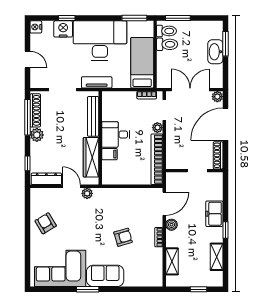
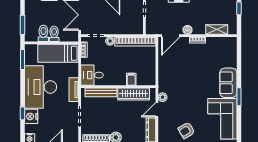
toilet: (166, 31) -> (54, 34), moved
desk: (116, 134) -> (92, 75), moved, turned 90
door: (164, 204) -> (171, 36), swing flipped
armchair: (123, 237) -> (198, 69), removed

